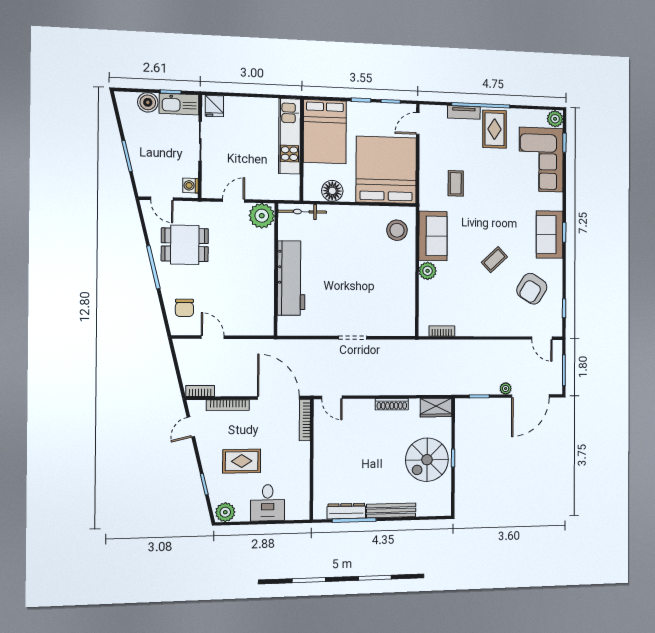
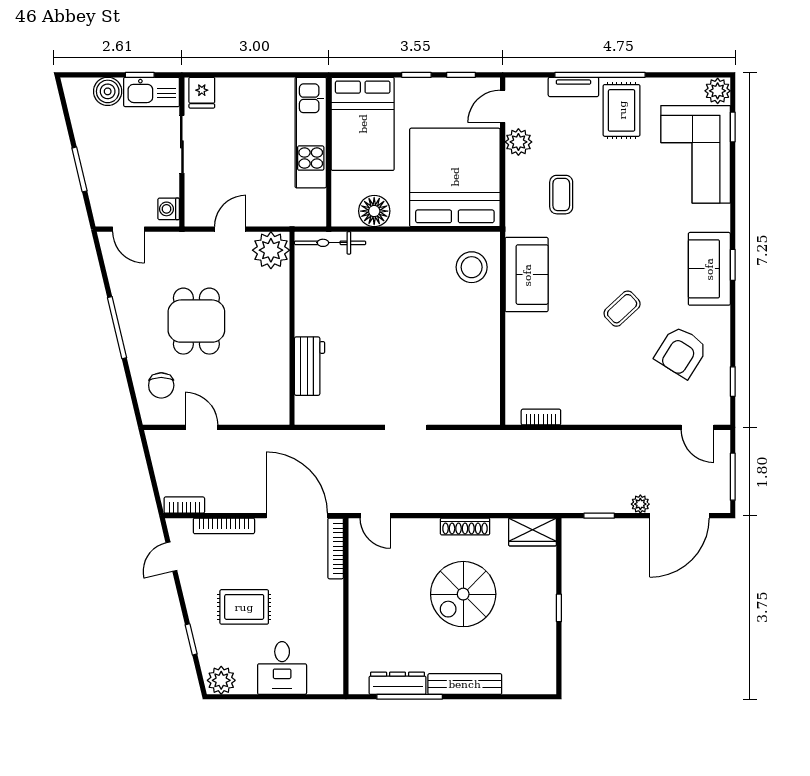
dining table: (185, 245) -> (196, 321), moved, turned 90
plant: (428, 271) -> (518, 142), moved
workbench: (291, 278) -> (310, 366), width x0.53, depth x0.76
spiral stairs: (427, 460) -> (463, 594), moved

